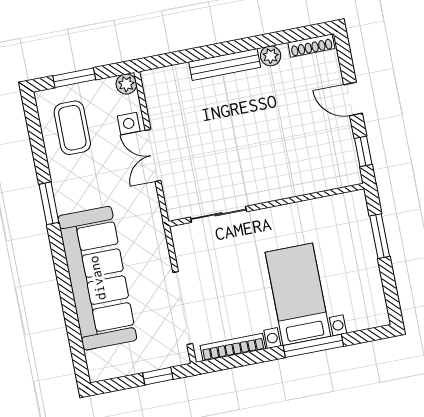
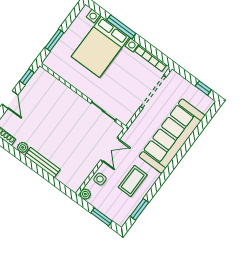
coffee table: (72, 128) -> (133, 181), moved
double door: (153, 155) -> (110, 150), moved
window: (49, 203) -> (139, 209), moved
bed with nightstands: (298, 294) -> (100, 47), width x1.36
window: (158, 376) -> (203, 88), moved

